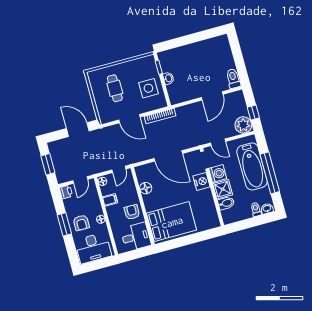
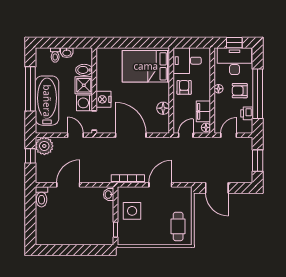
washbasin: (168, 78) -> (109, 195), moved
cafe table: (115, 88) -> (178, 226), moved
door: (129, 119) -> (160, 185), hinge flipped
printer: (66, 192) -> (247, 113), moved
filing cabinet: (110, 200) -> (203, 111), width x2.00
washbasin: (267, 209) -> (67, 53), moved
armchair: (132, 212) -> (184, 87), turned 180
armchair: (81, 223) -> (240, 91), turned -90
window: (64, 224) -> (258, 94), width x2.11
window: (98, 265) -> (234, 43), added

